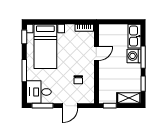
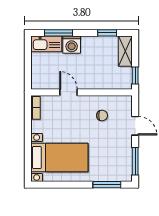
window: (24, 37) -> (47, 185), removed
window: (143, 57) -> (59, 33), moved
window: (24, 71) -> (107, 185), moved
desk: (39, 92) -> (118, 166), removed

